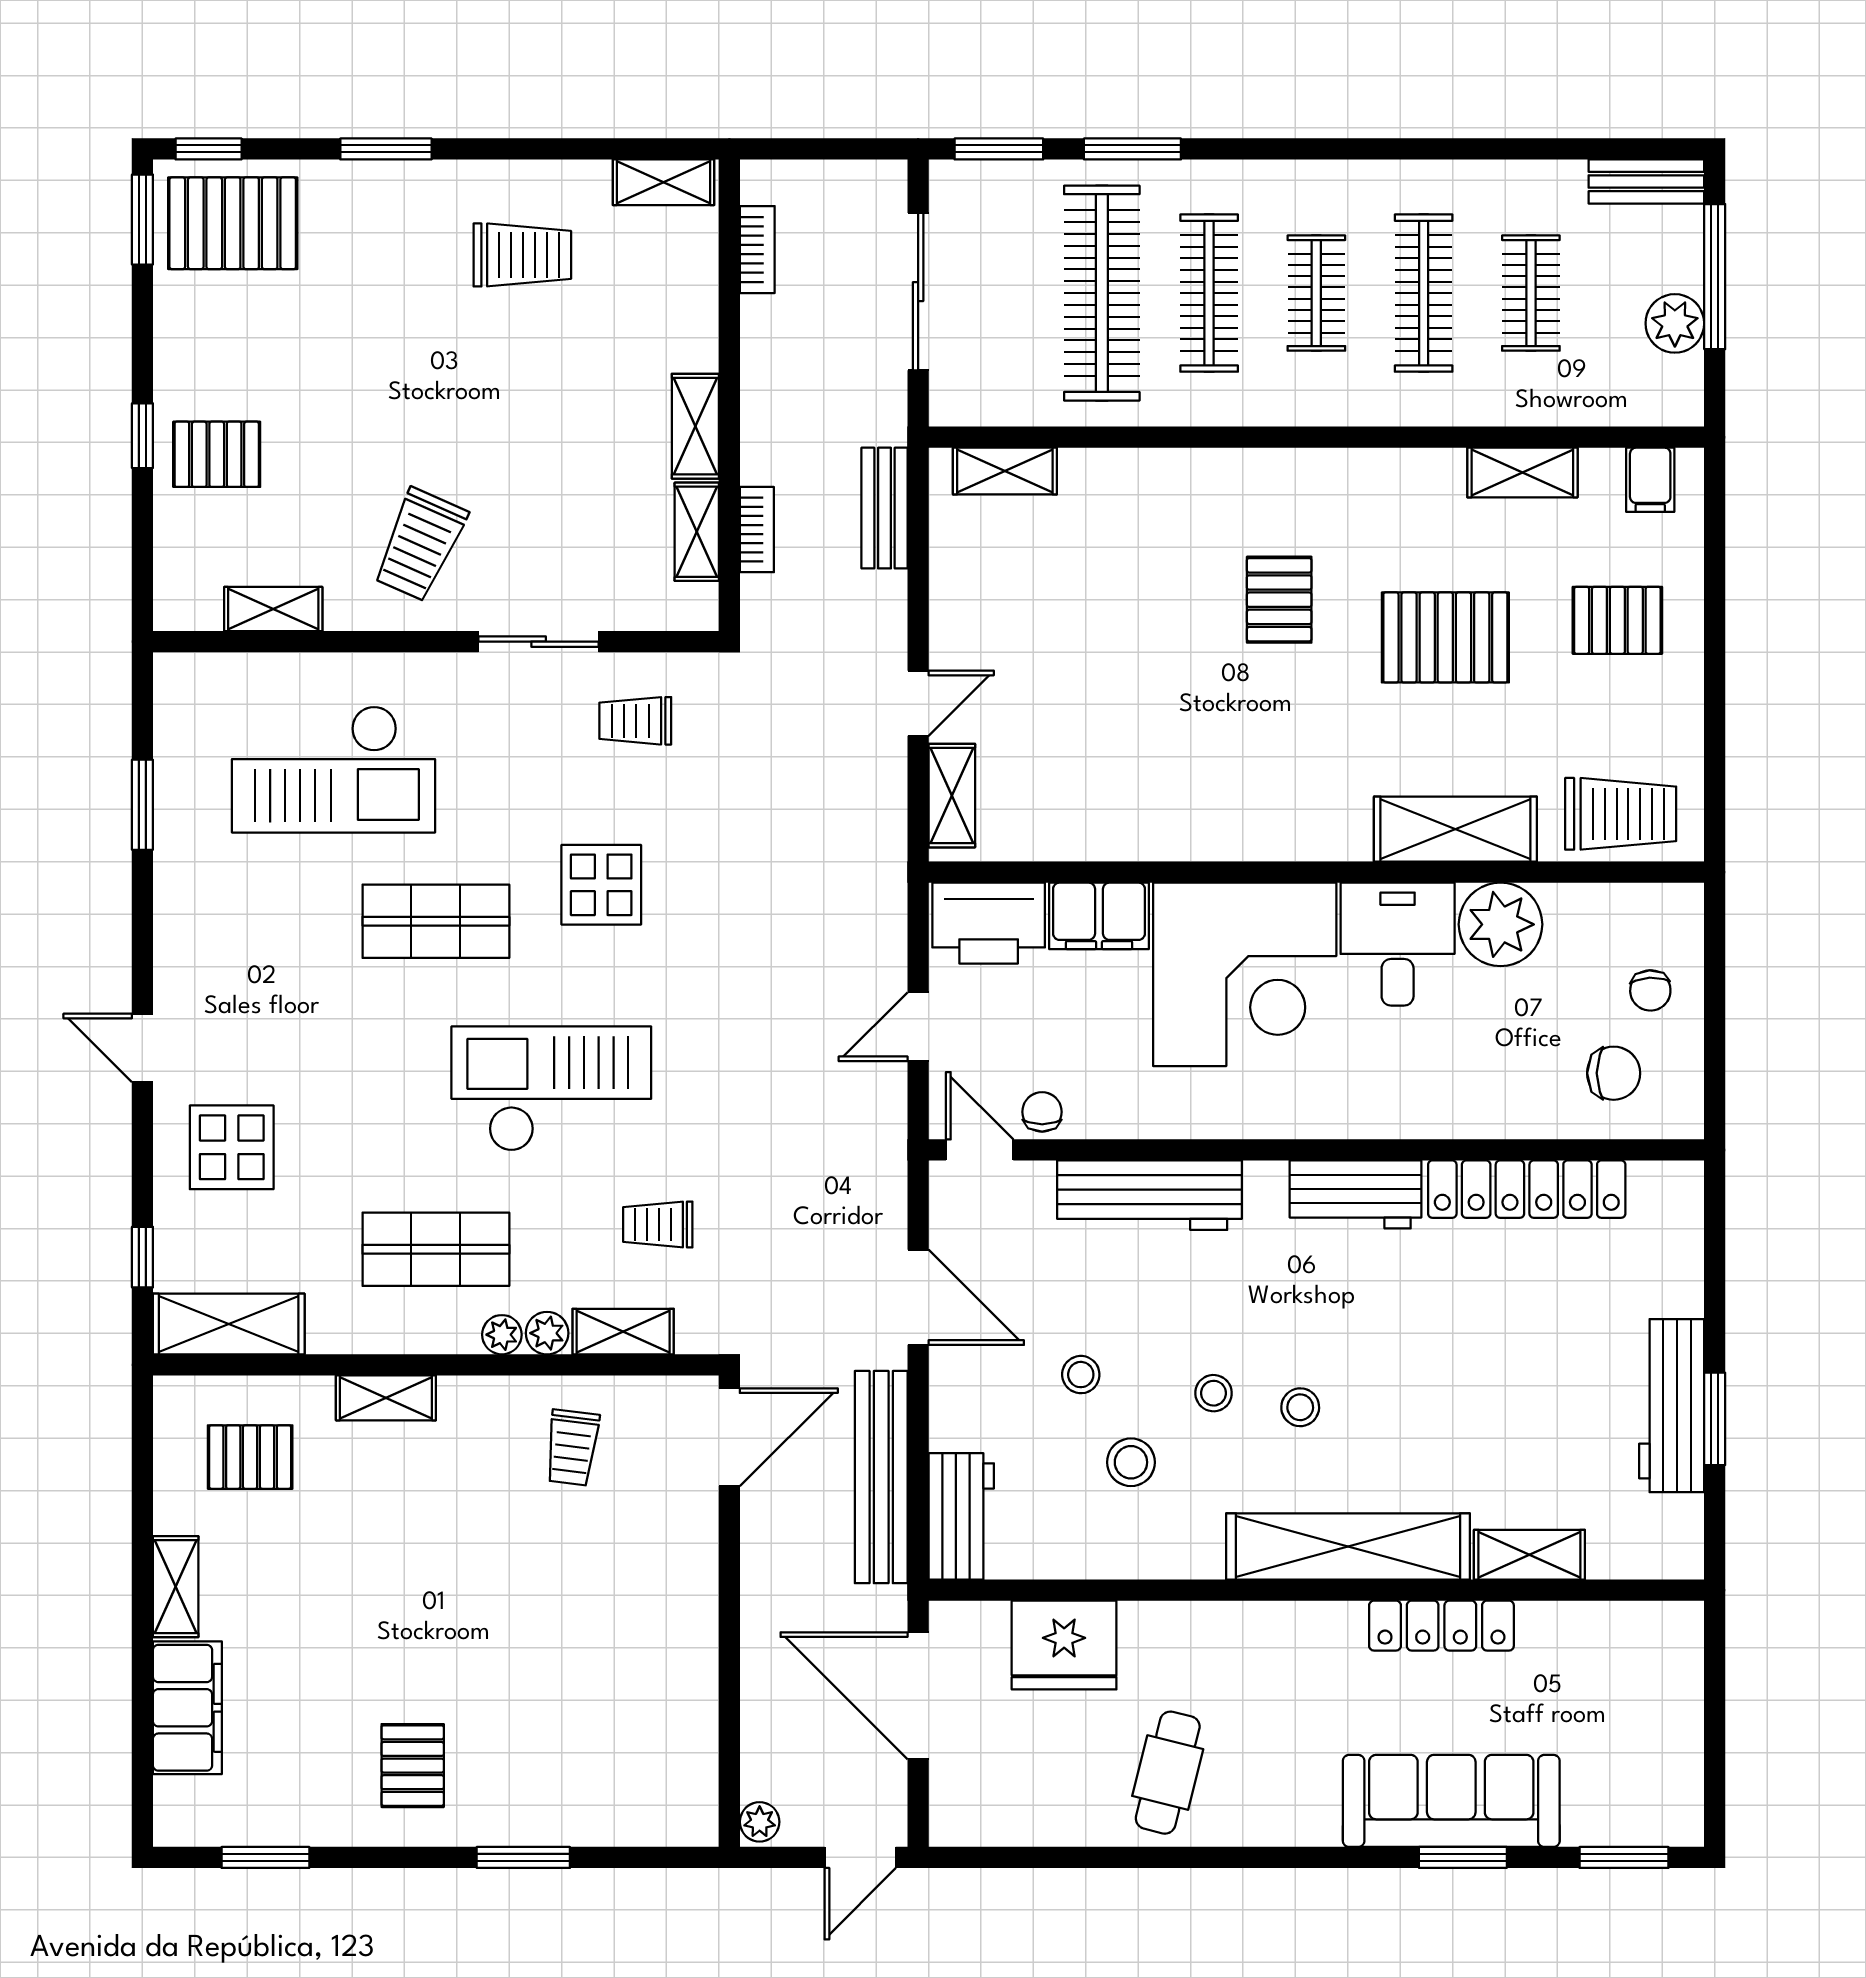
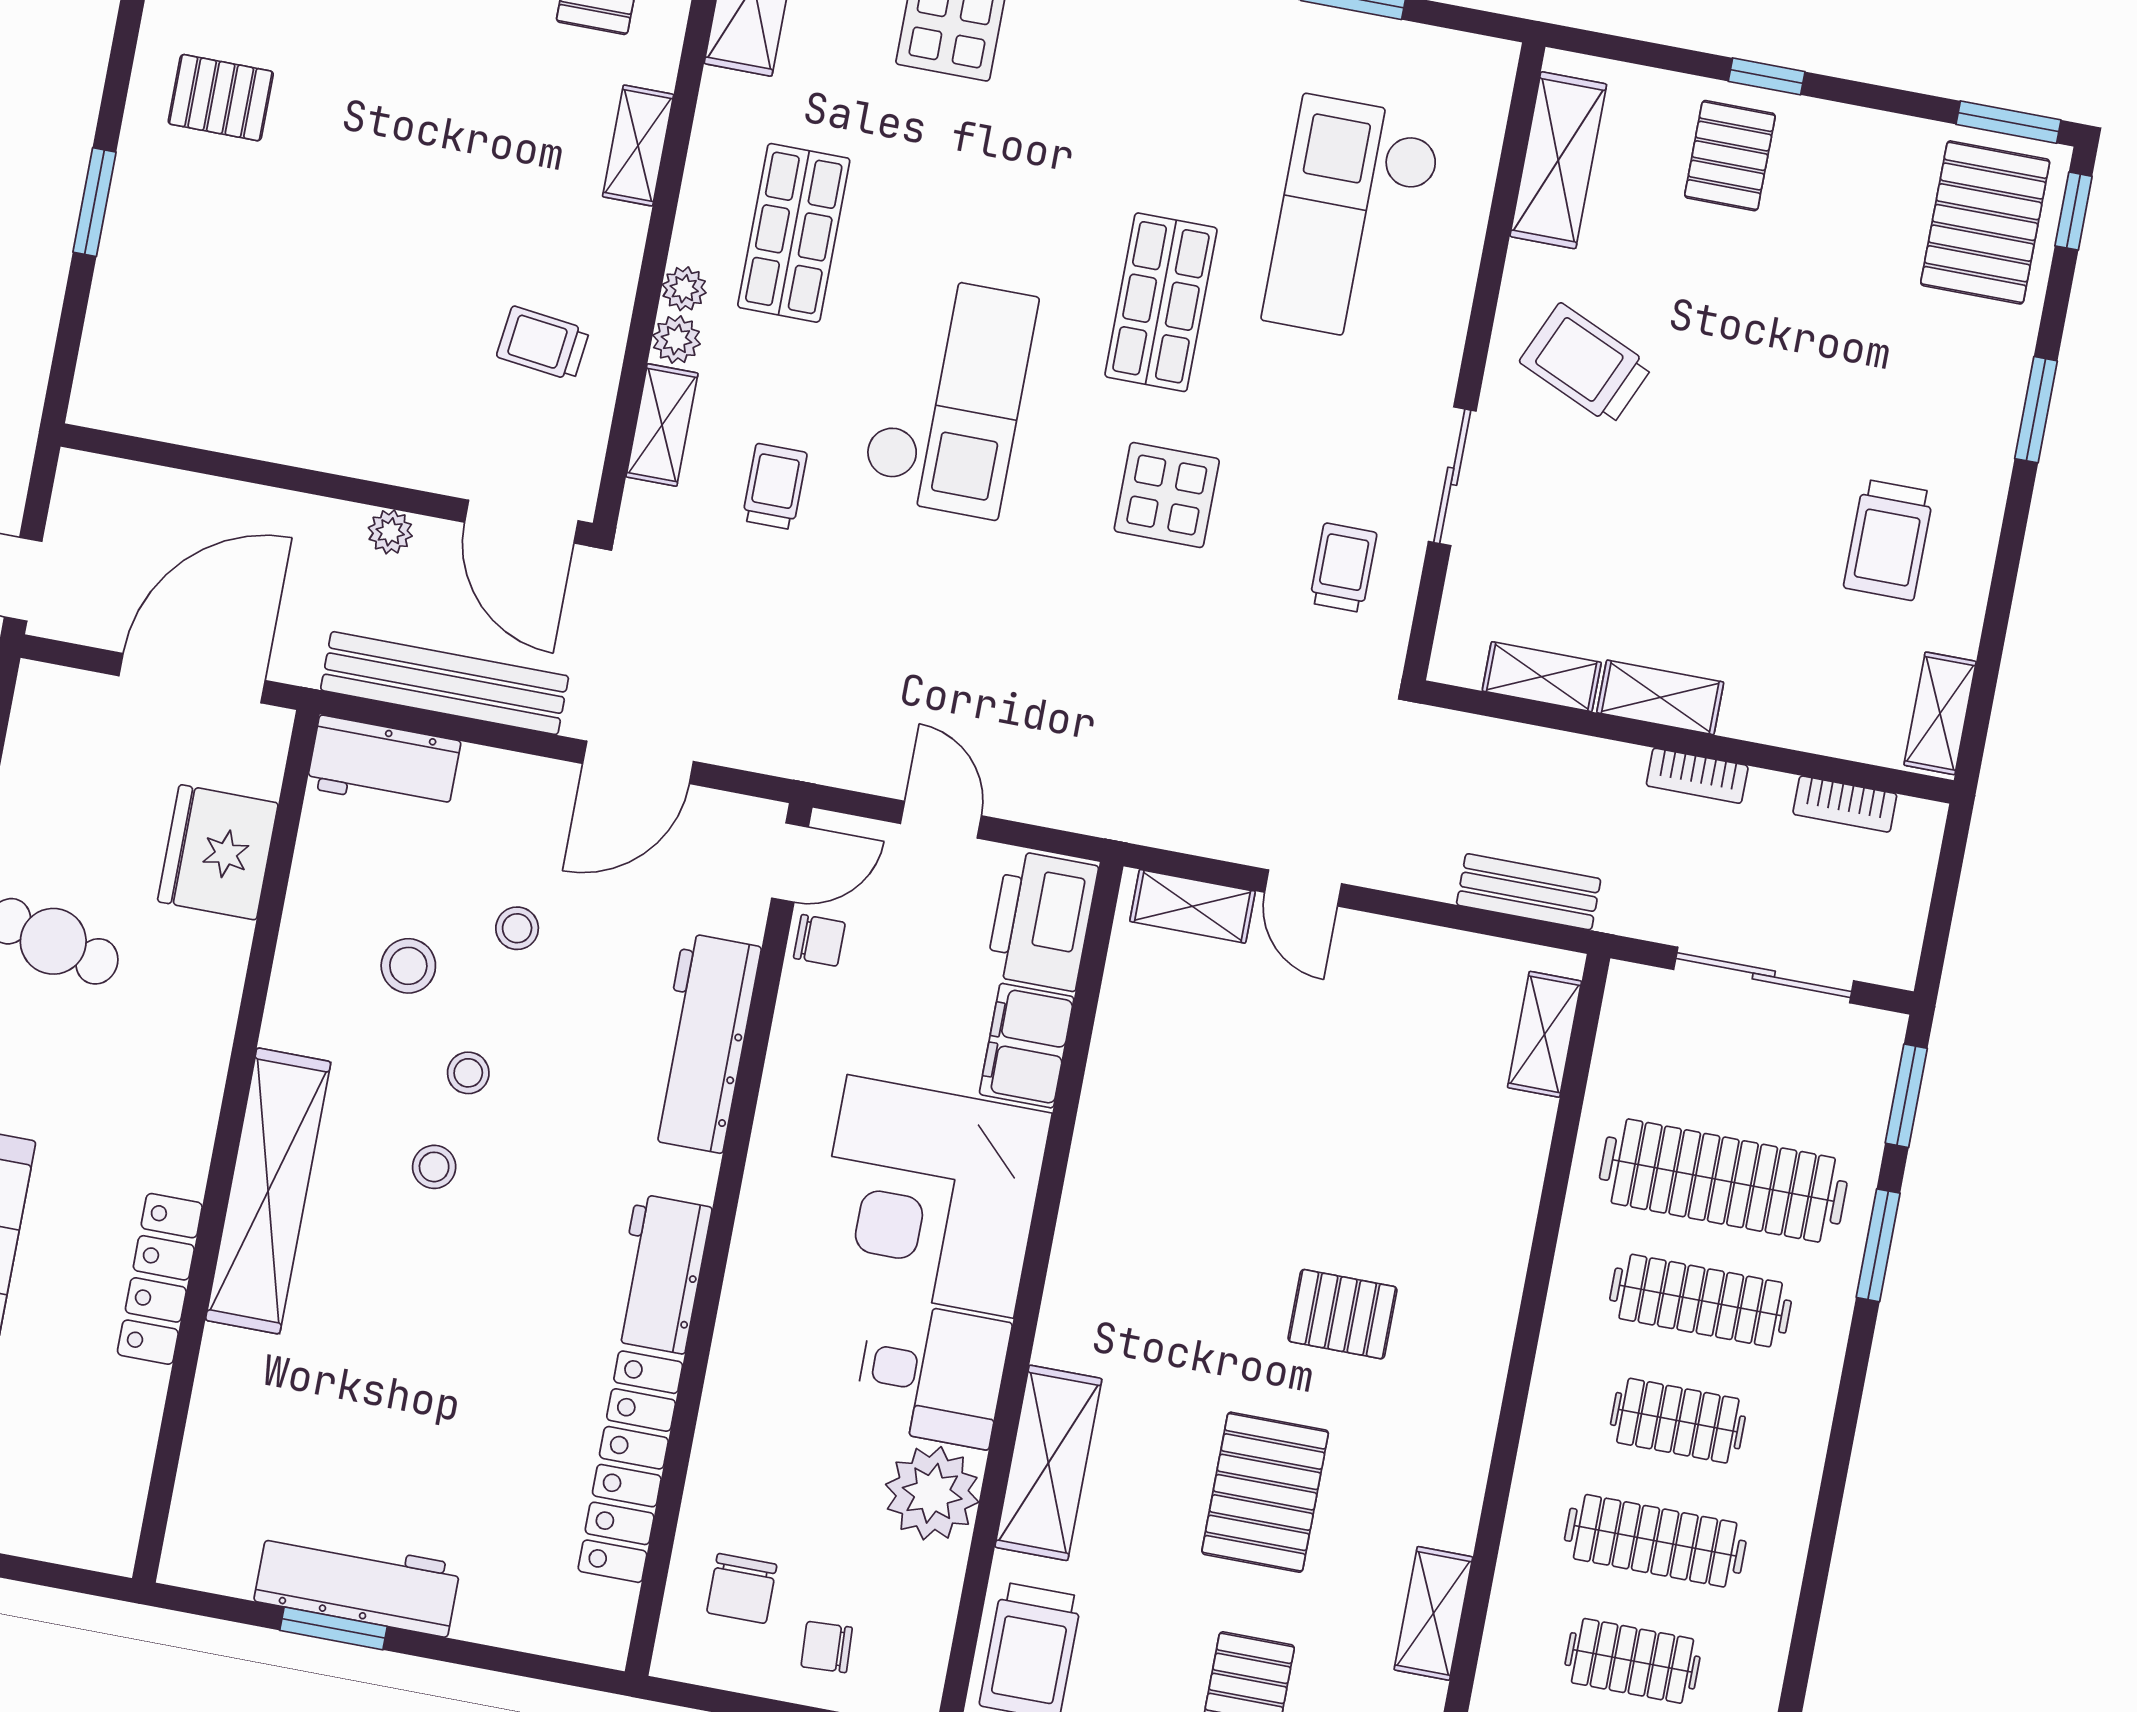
bookcase: (757, 530) -> (1697, 776), moved
shelving: (273, 609) -> (1558, 160), width x1.50, depth x1.33
shelving: (1529, 1555) -> (220, 1392), removed
plant: (760, 1822) -> (390, 532), moved

